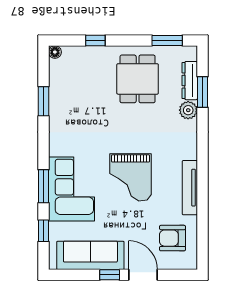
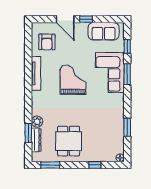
armchair: (172, 238) -> (47, 42), turned 90
sofa: (90, 255) -> (104, 31), width x0.73

